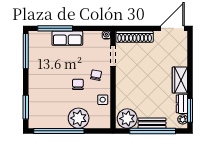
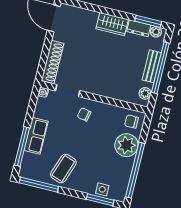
coffee table: (45, 69) -> (63, 169), added
chair: (78, 84) -> (131, 122), moved
side table: (103, 100) -> (102, 189), moved
plant: (127, 119) -> (145, 93), width x0.53, depth x0.53

